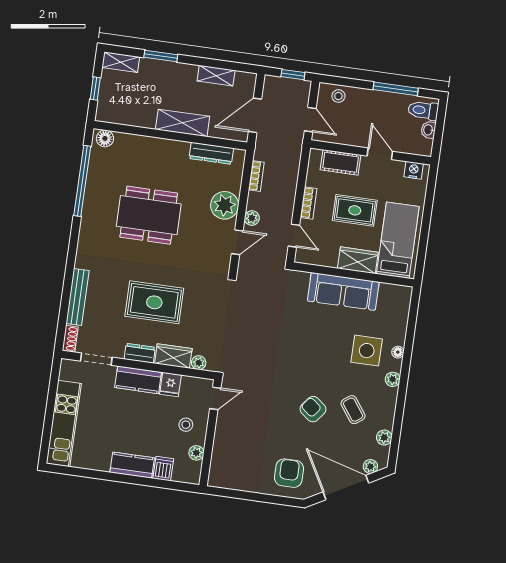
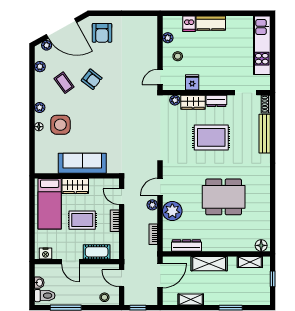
shelving: (121, 62) -> (250, 262), moved
window: (82, 181) -> (273, 214), removed
kitchen counter: (138, 380) -> (215, 82), removed

